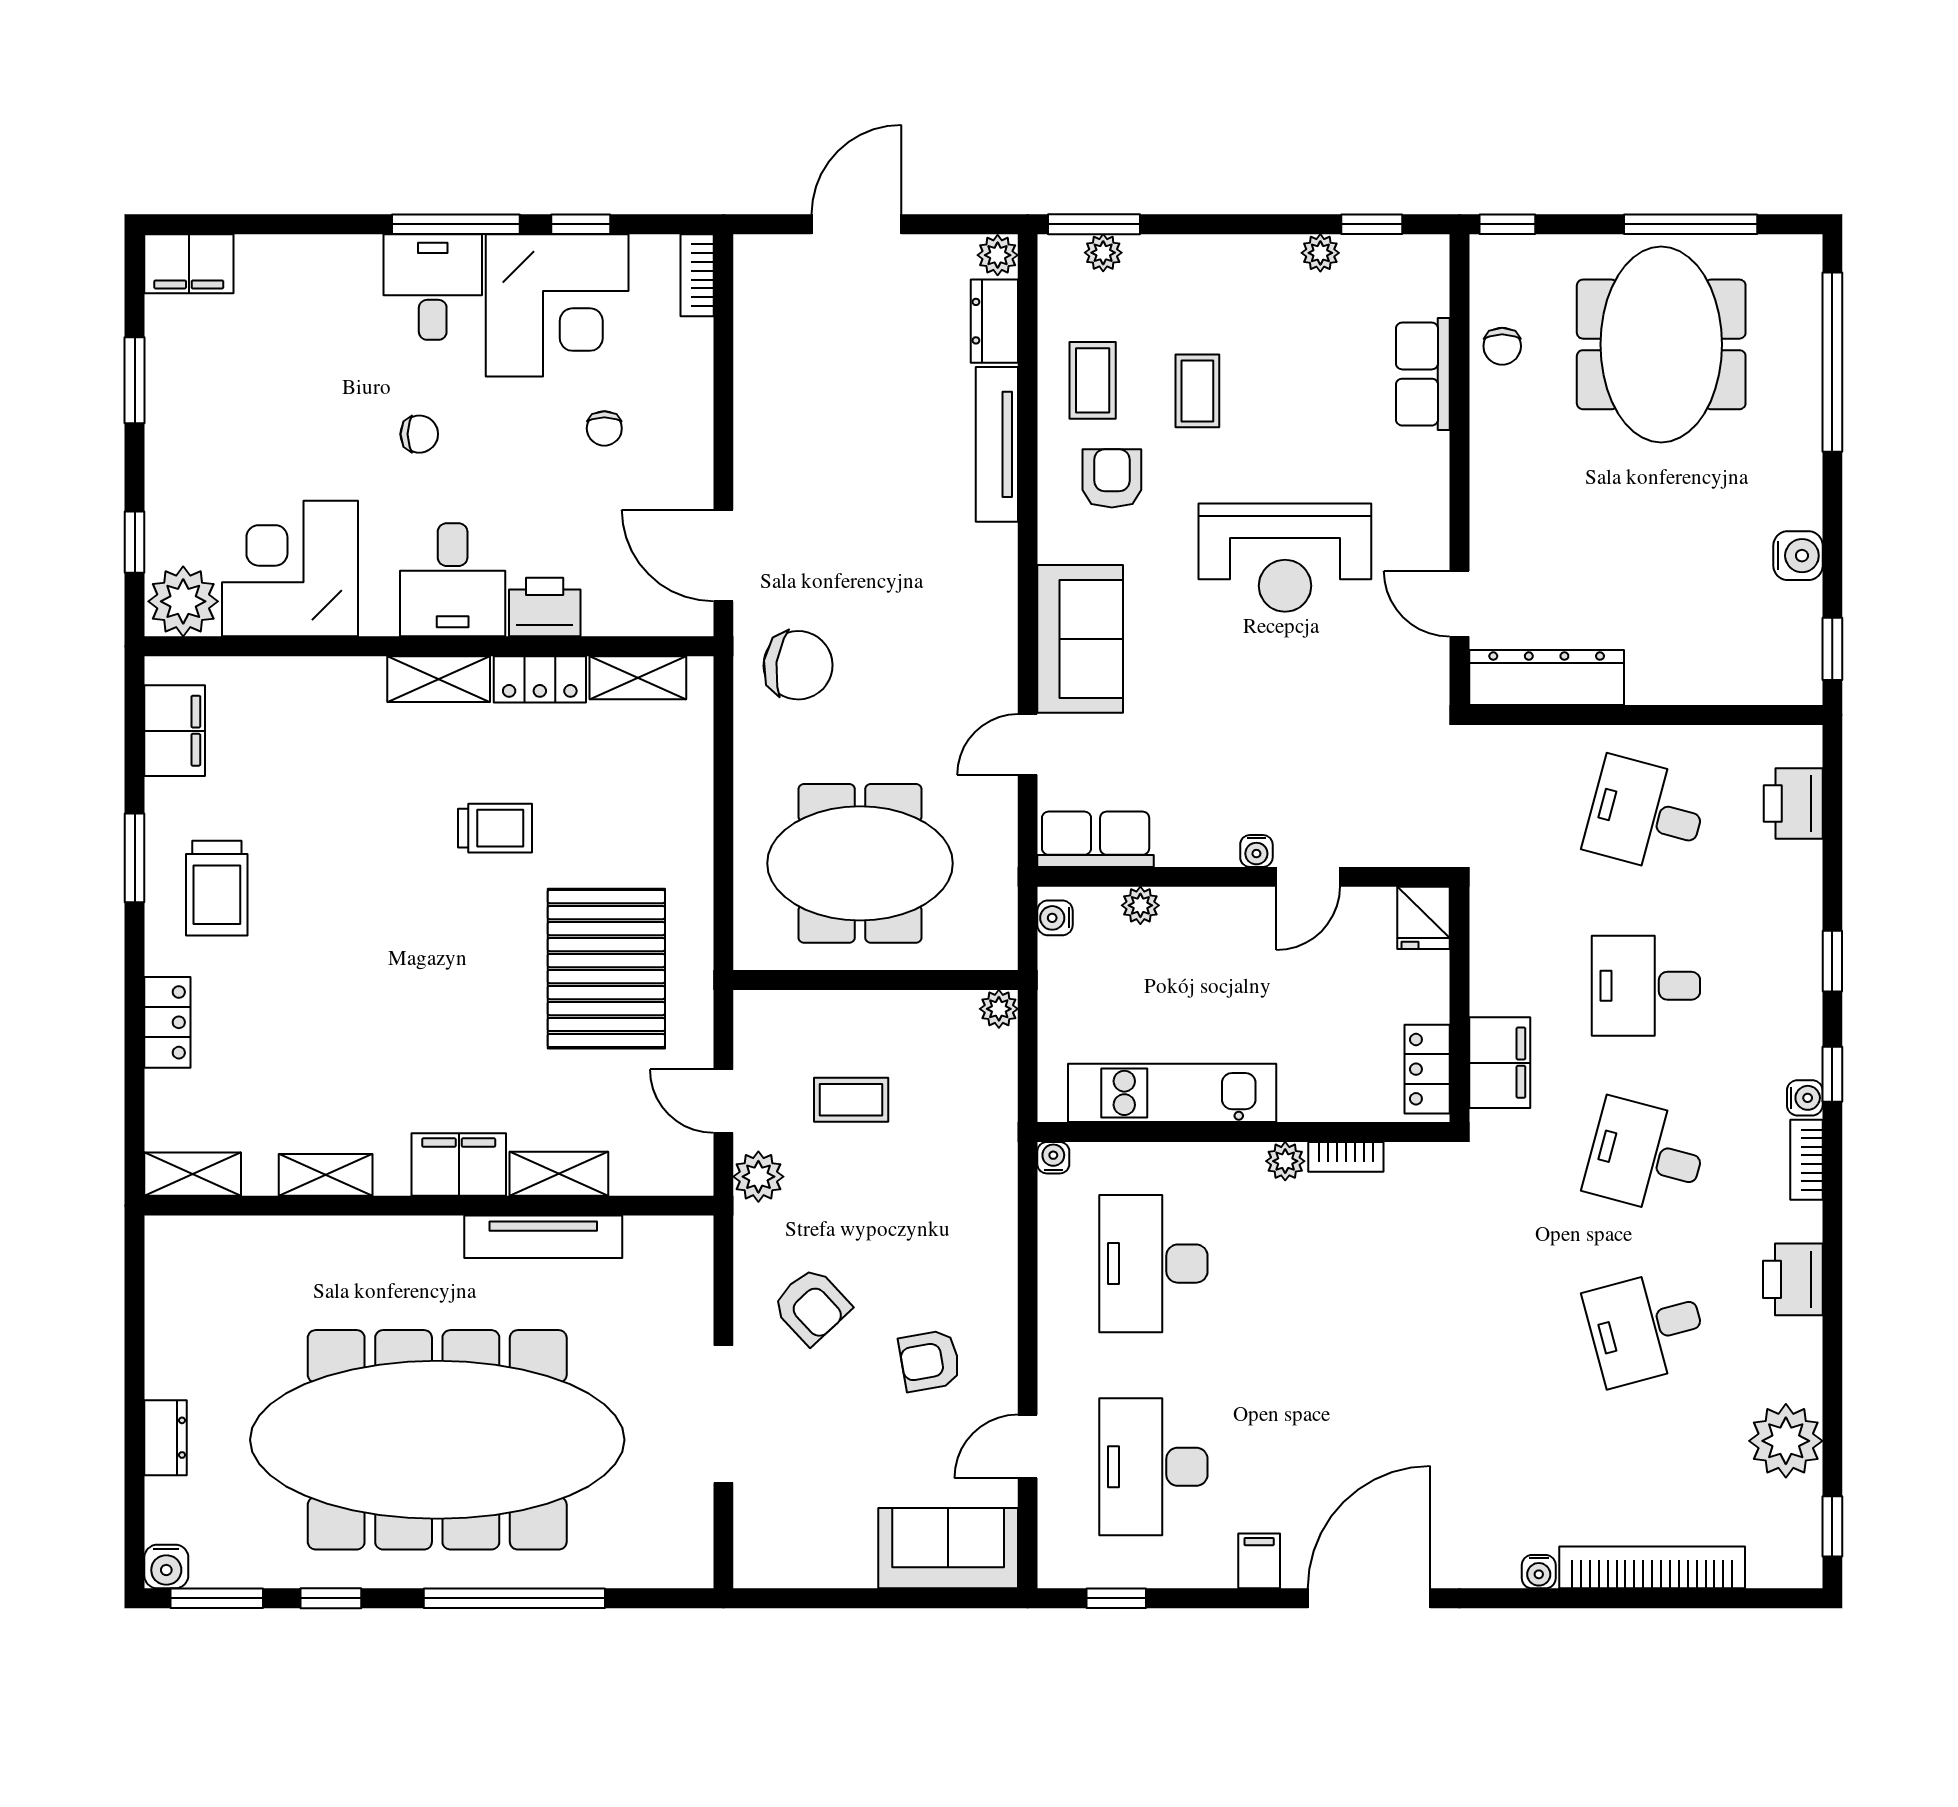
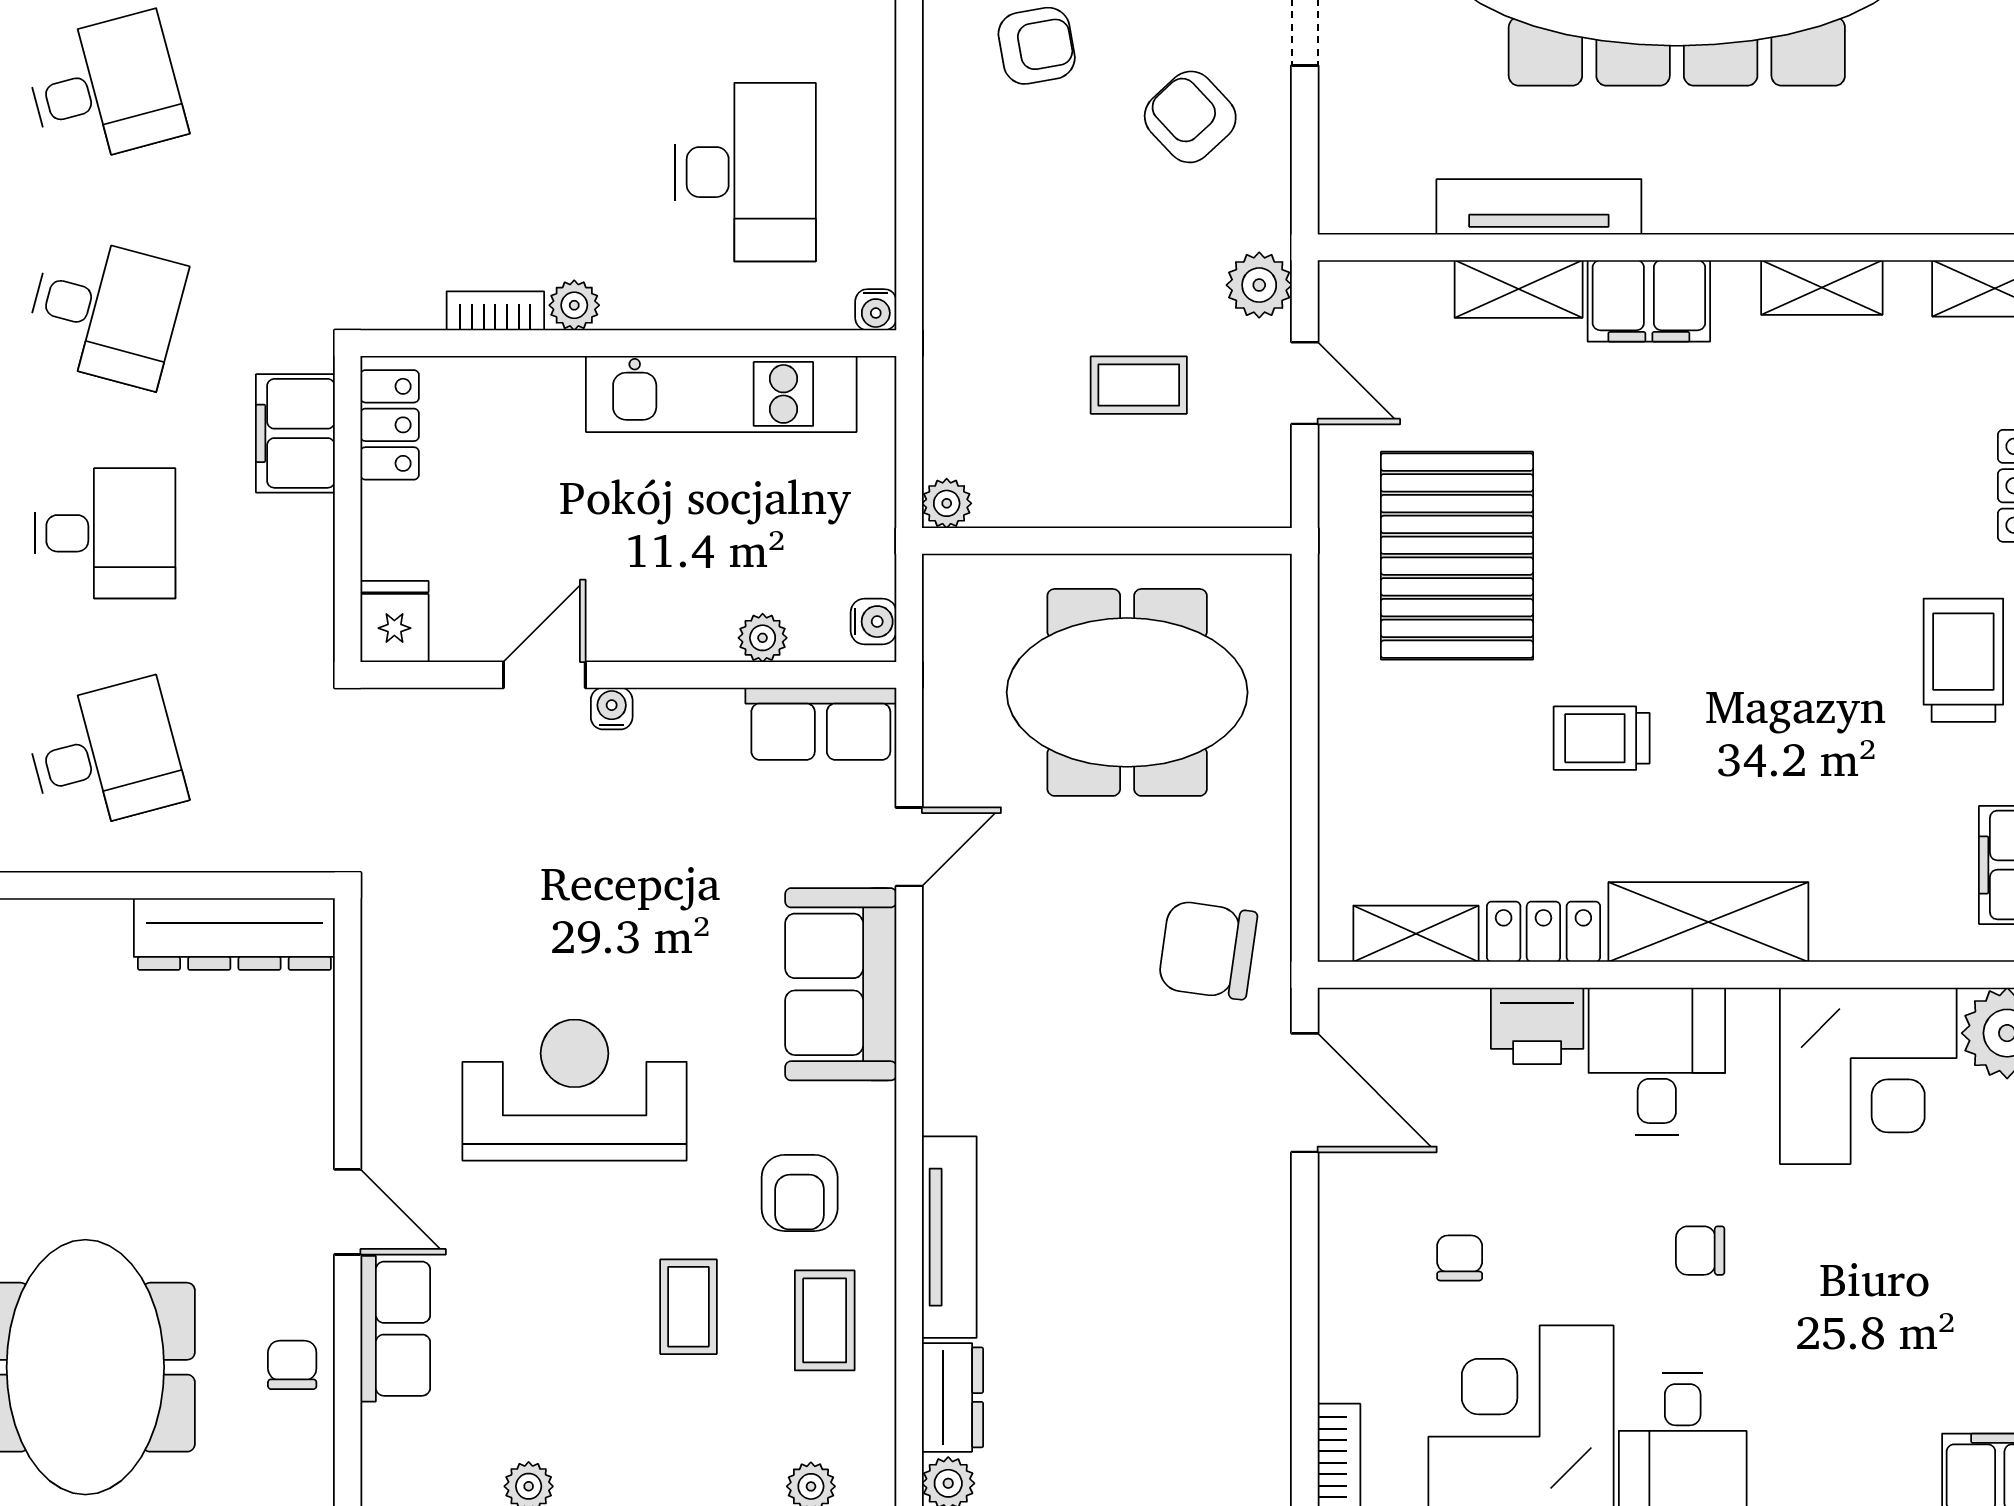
door: (1459, 604) -> (348, 1212), moved
shelving: (439, 679) -> (1708, 922), width x1.50, depth x1.33
desk: (1646, 815) -> (105, 755), turned -30

